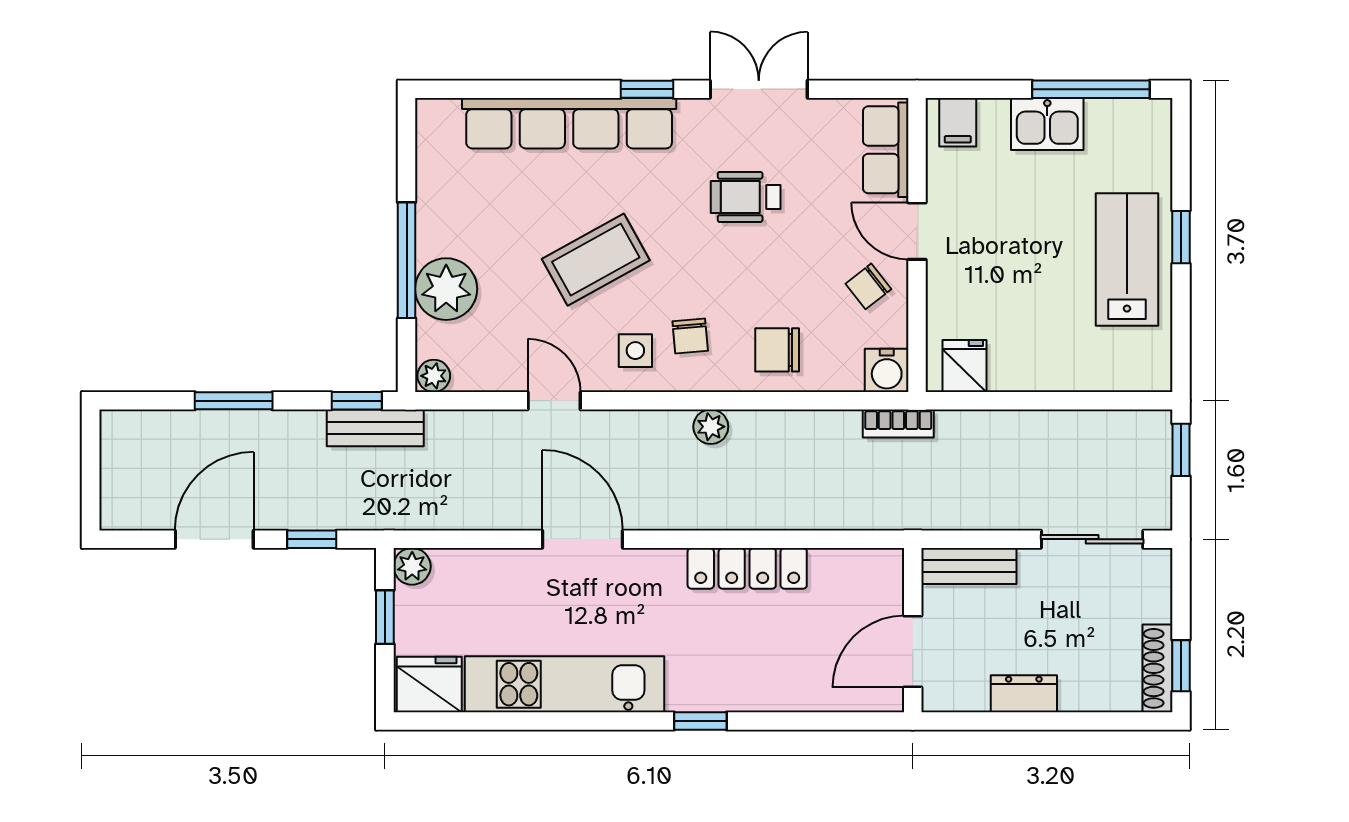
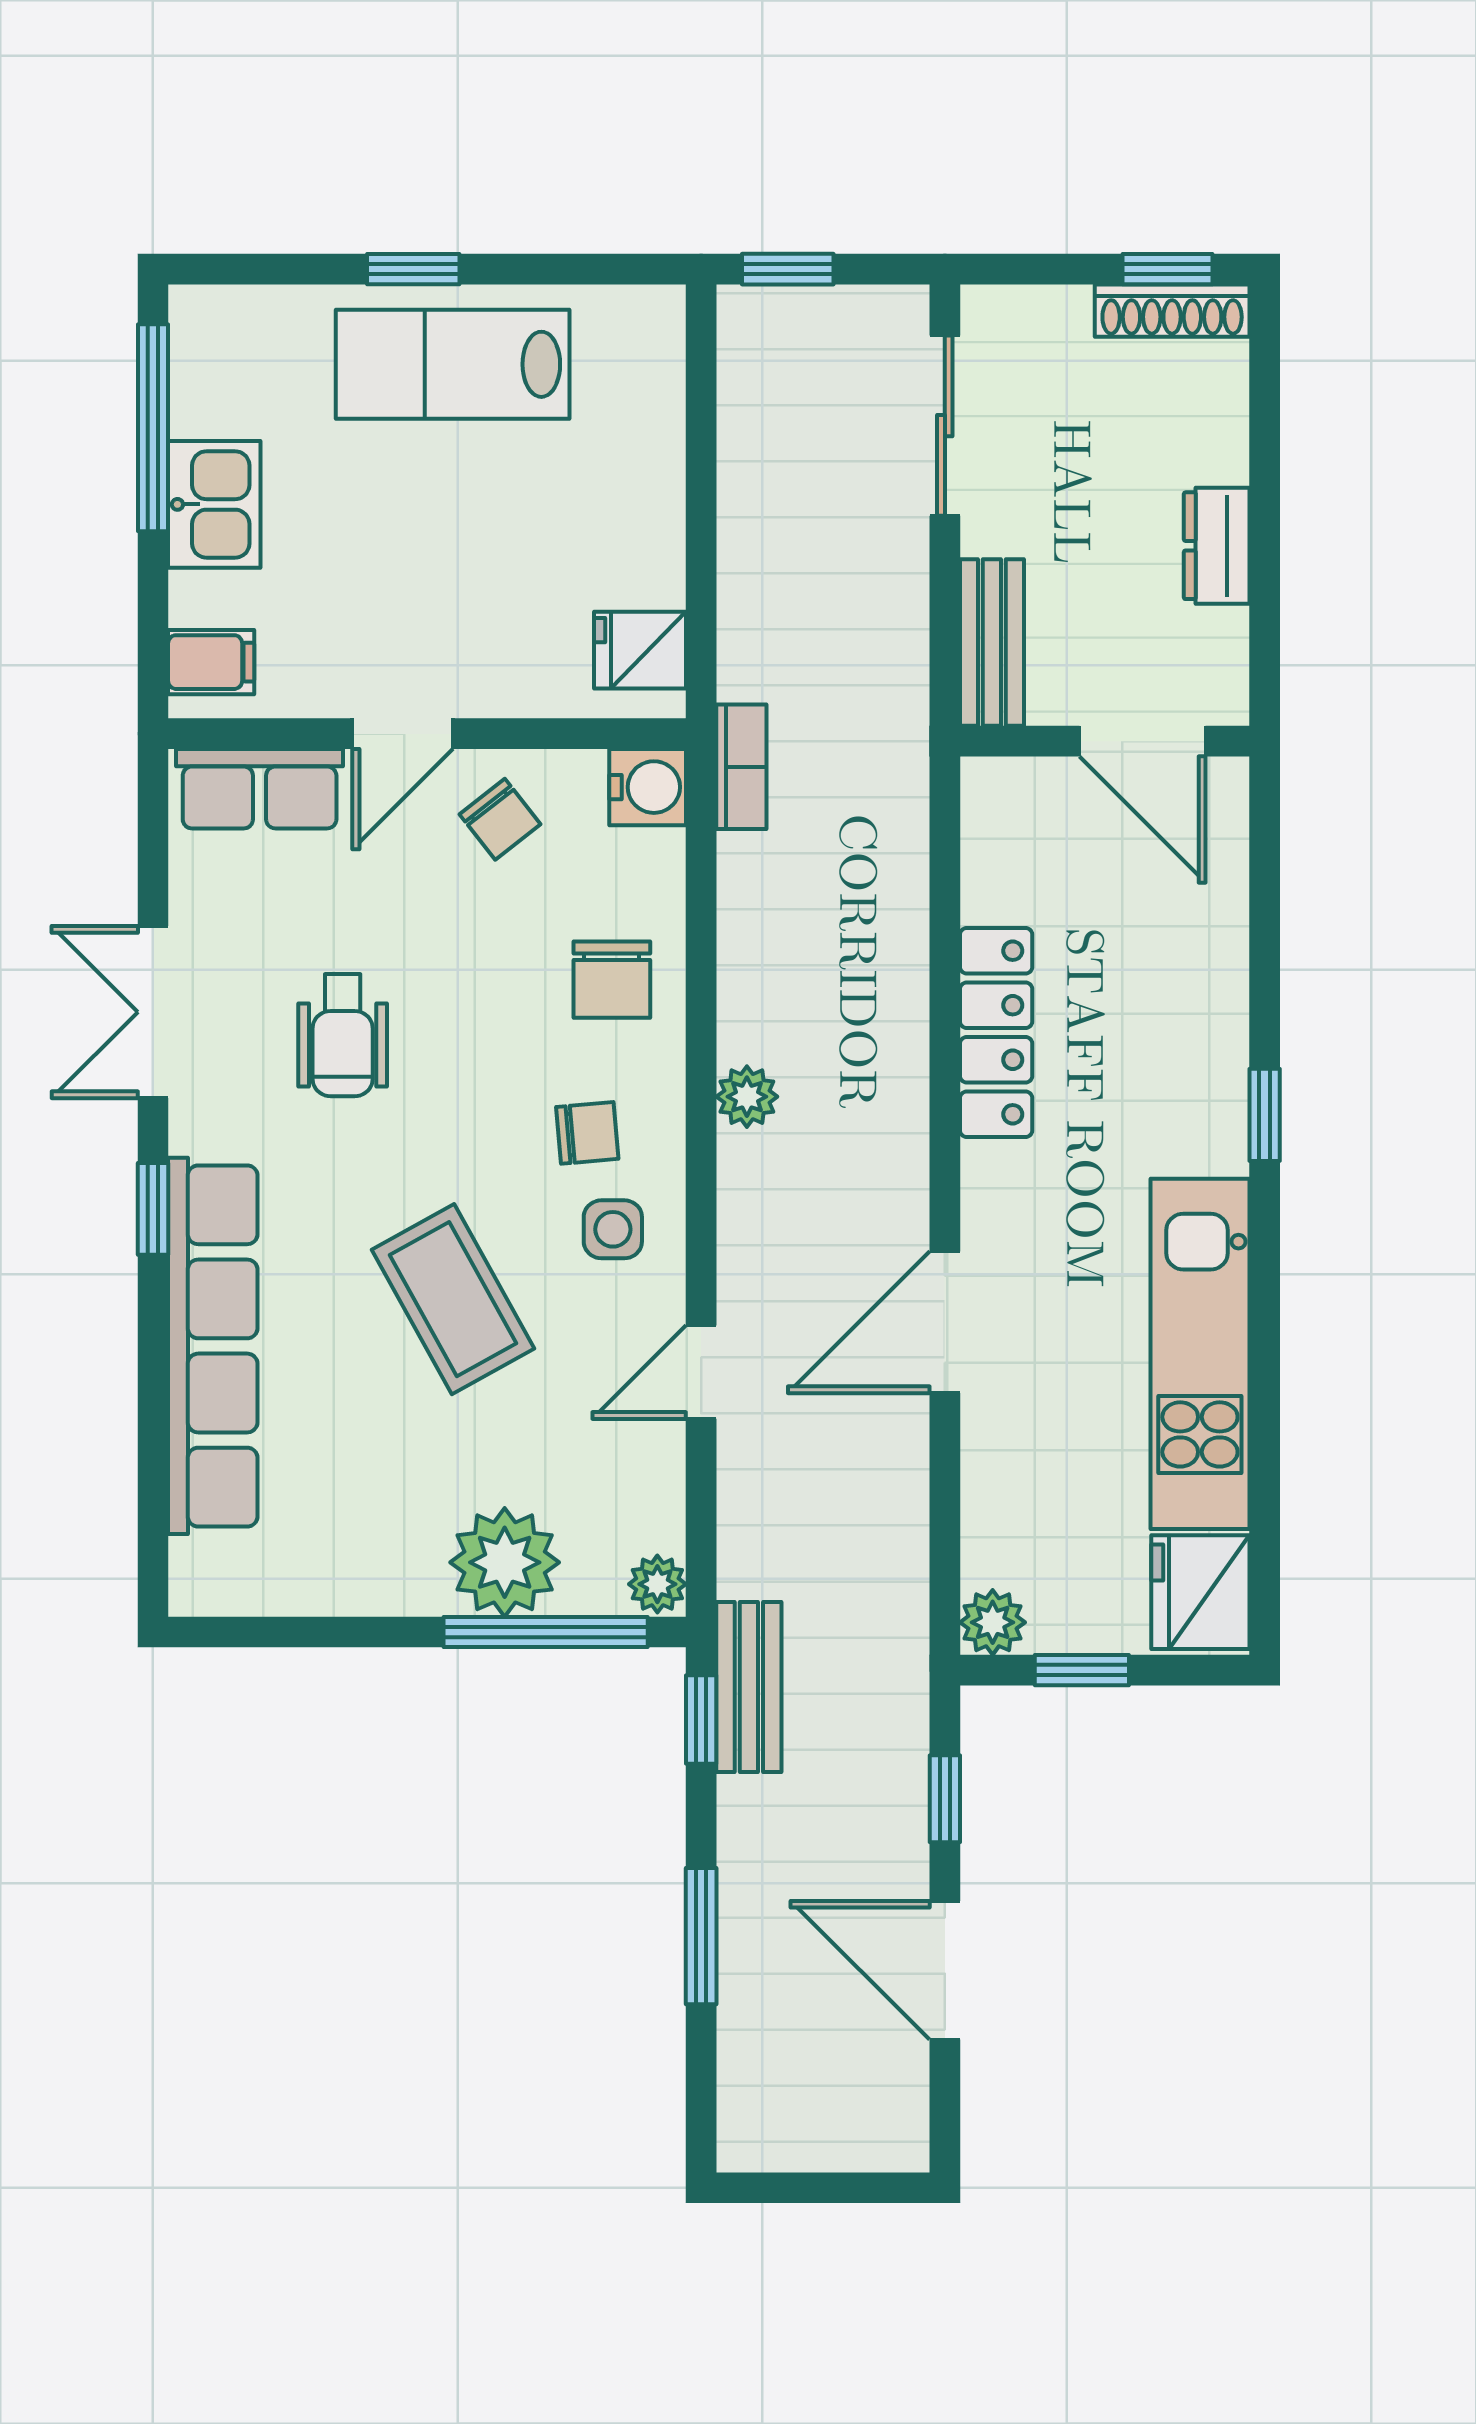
window: (407, 260) -> (546, 1632), moved

